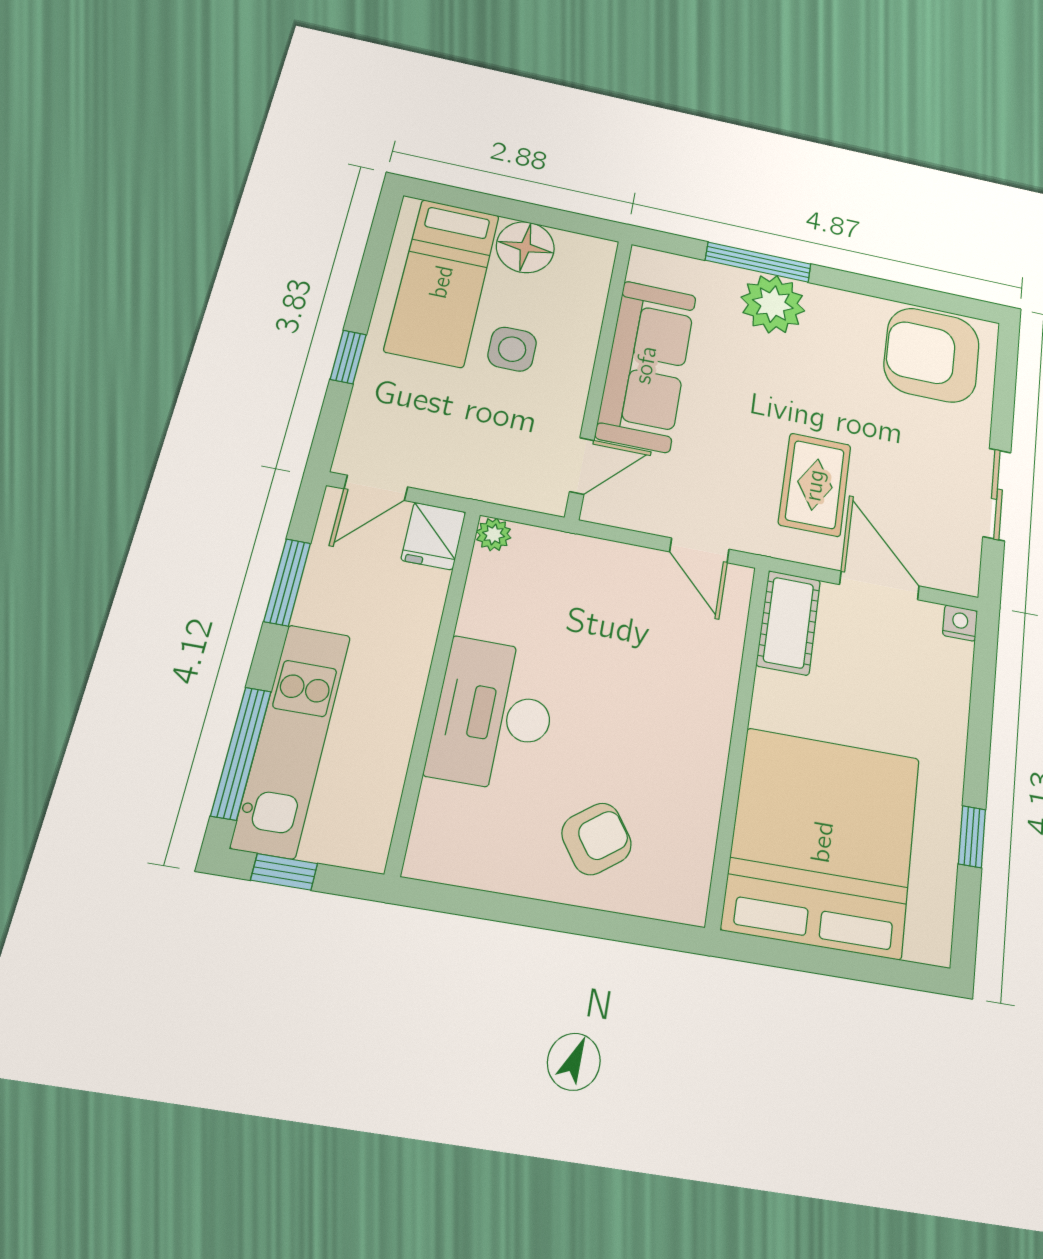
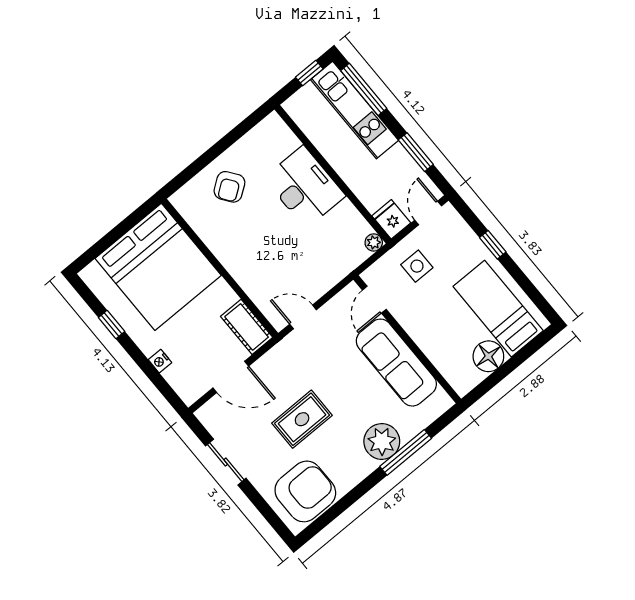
side table: (512, 349) -> (417, 266), moved
rug: (815, 485) -> (302, 419), moved, turned 90
nightstand: (960, 623) -> (160, 361), moved, turned 90

